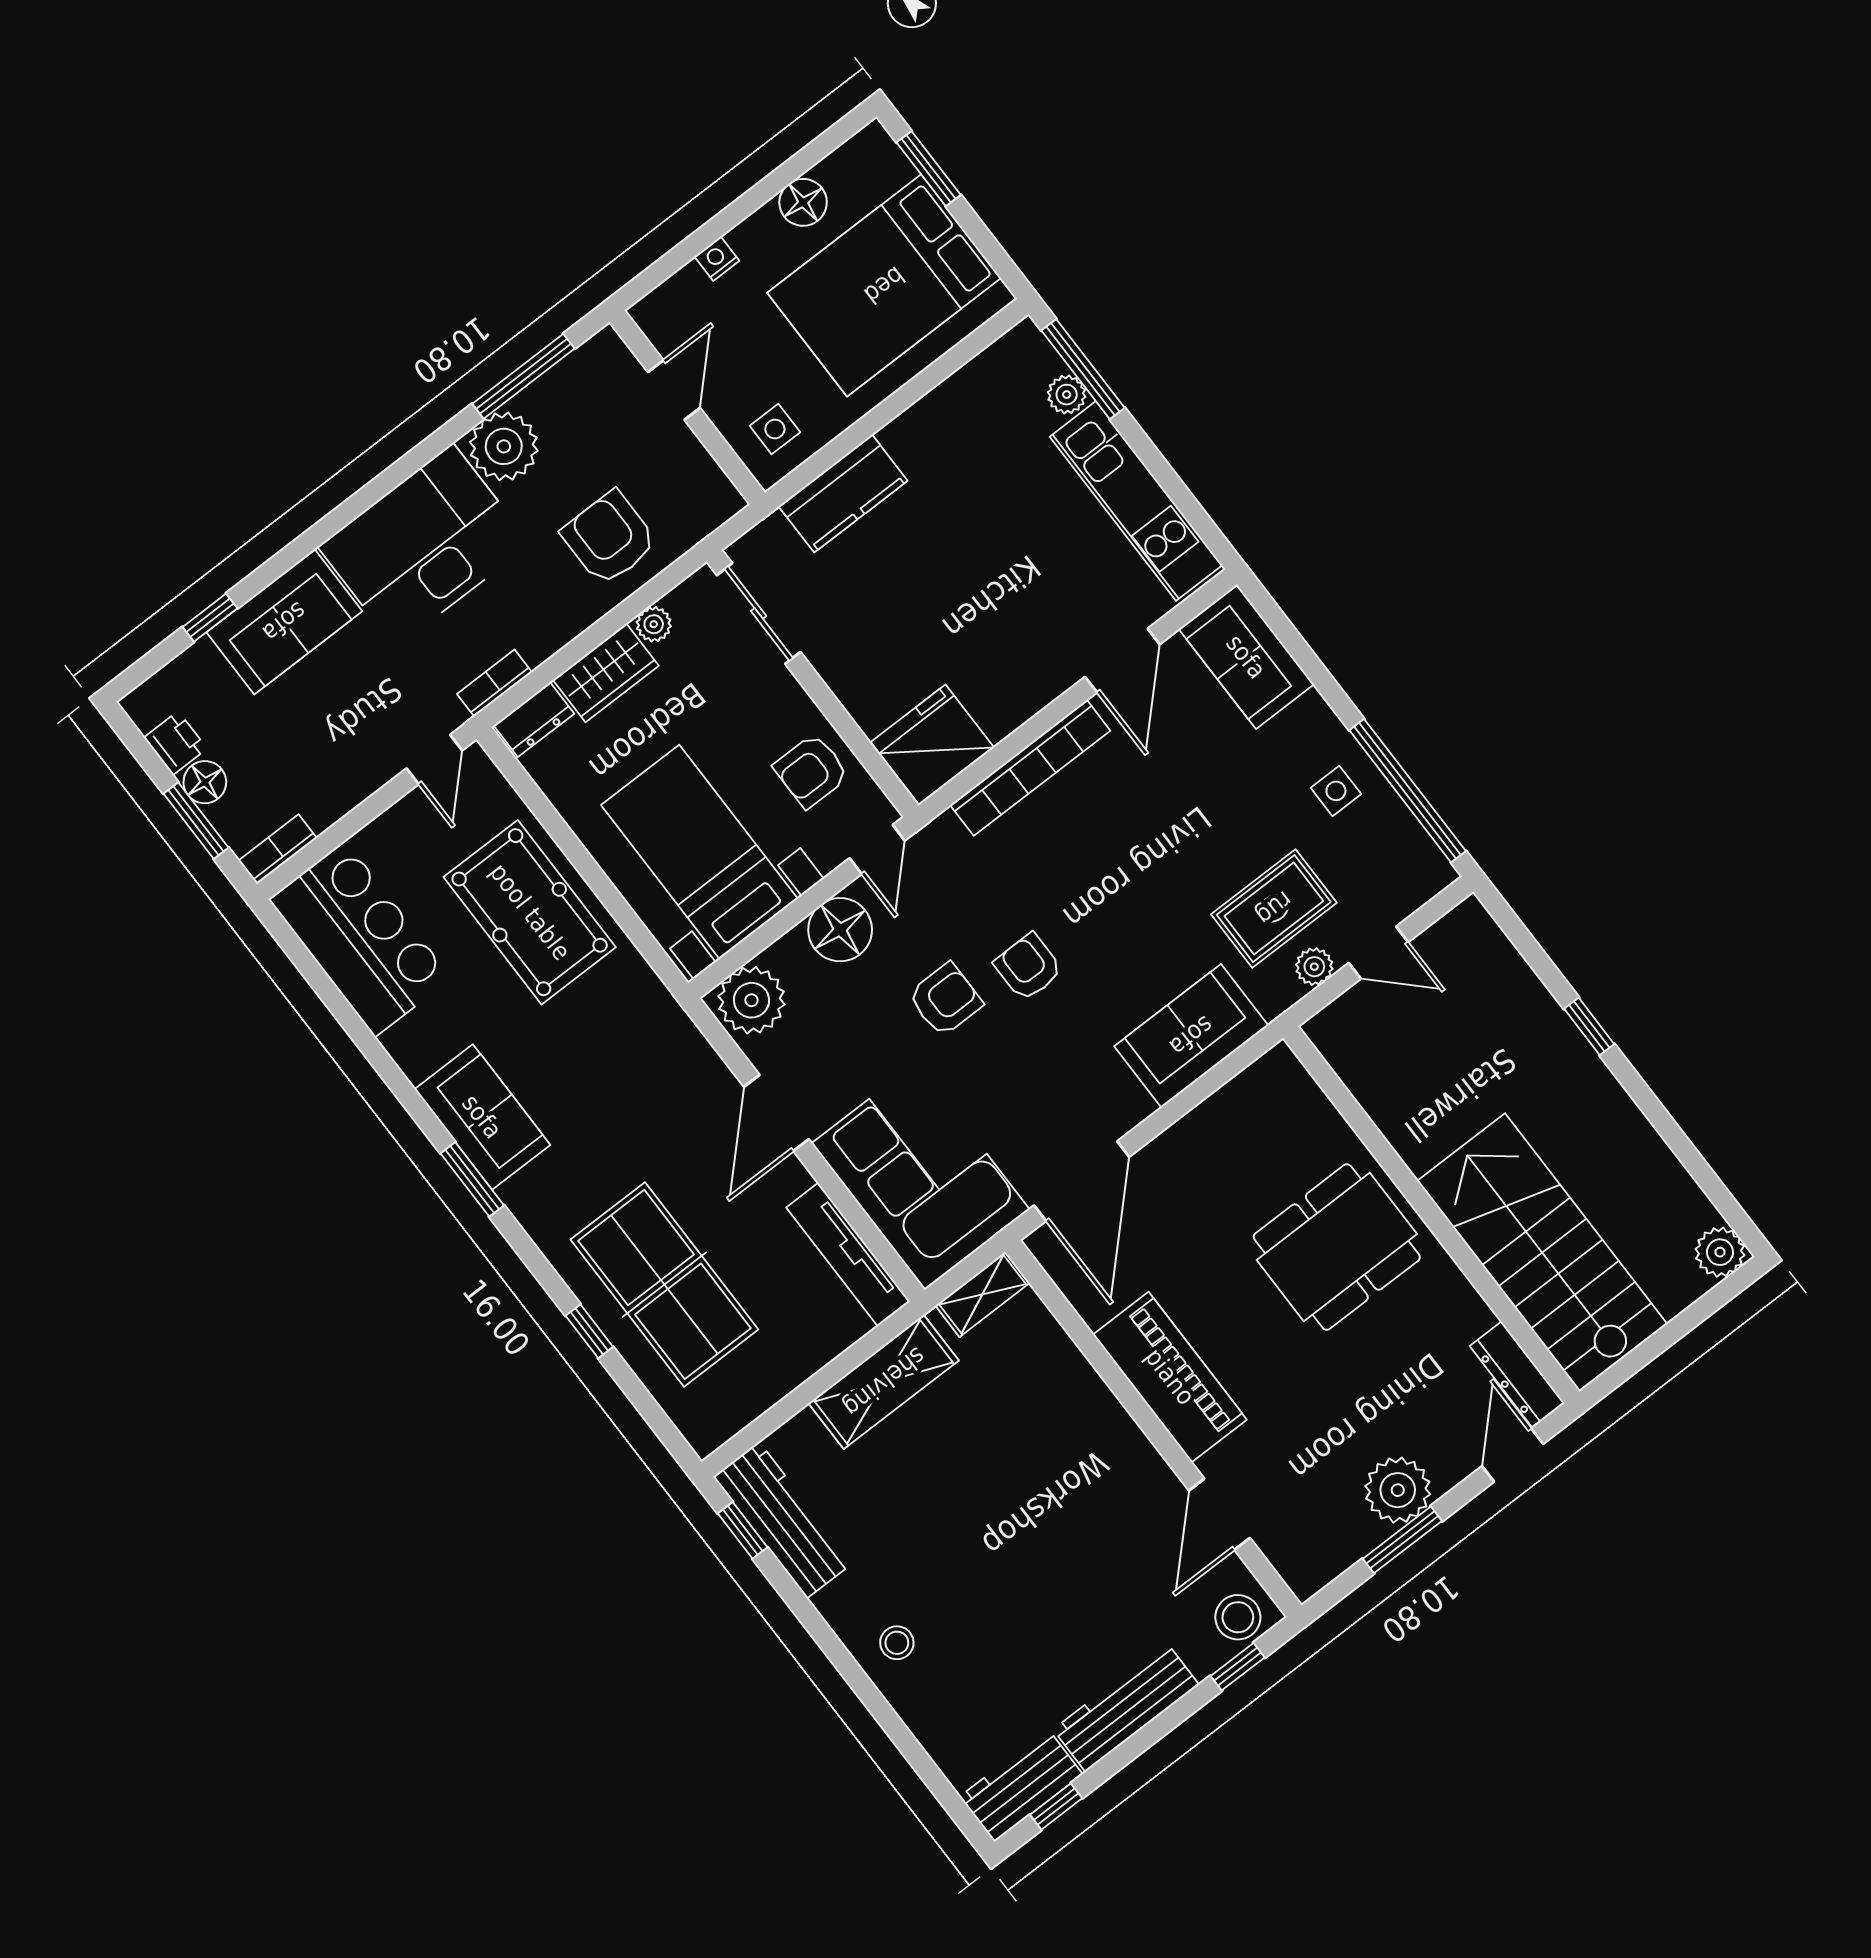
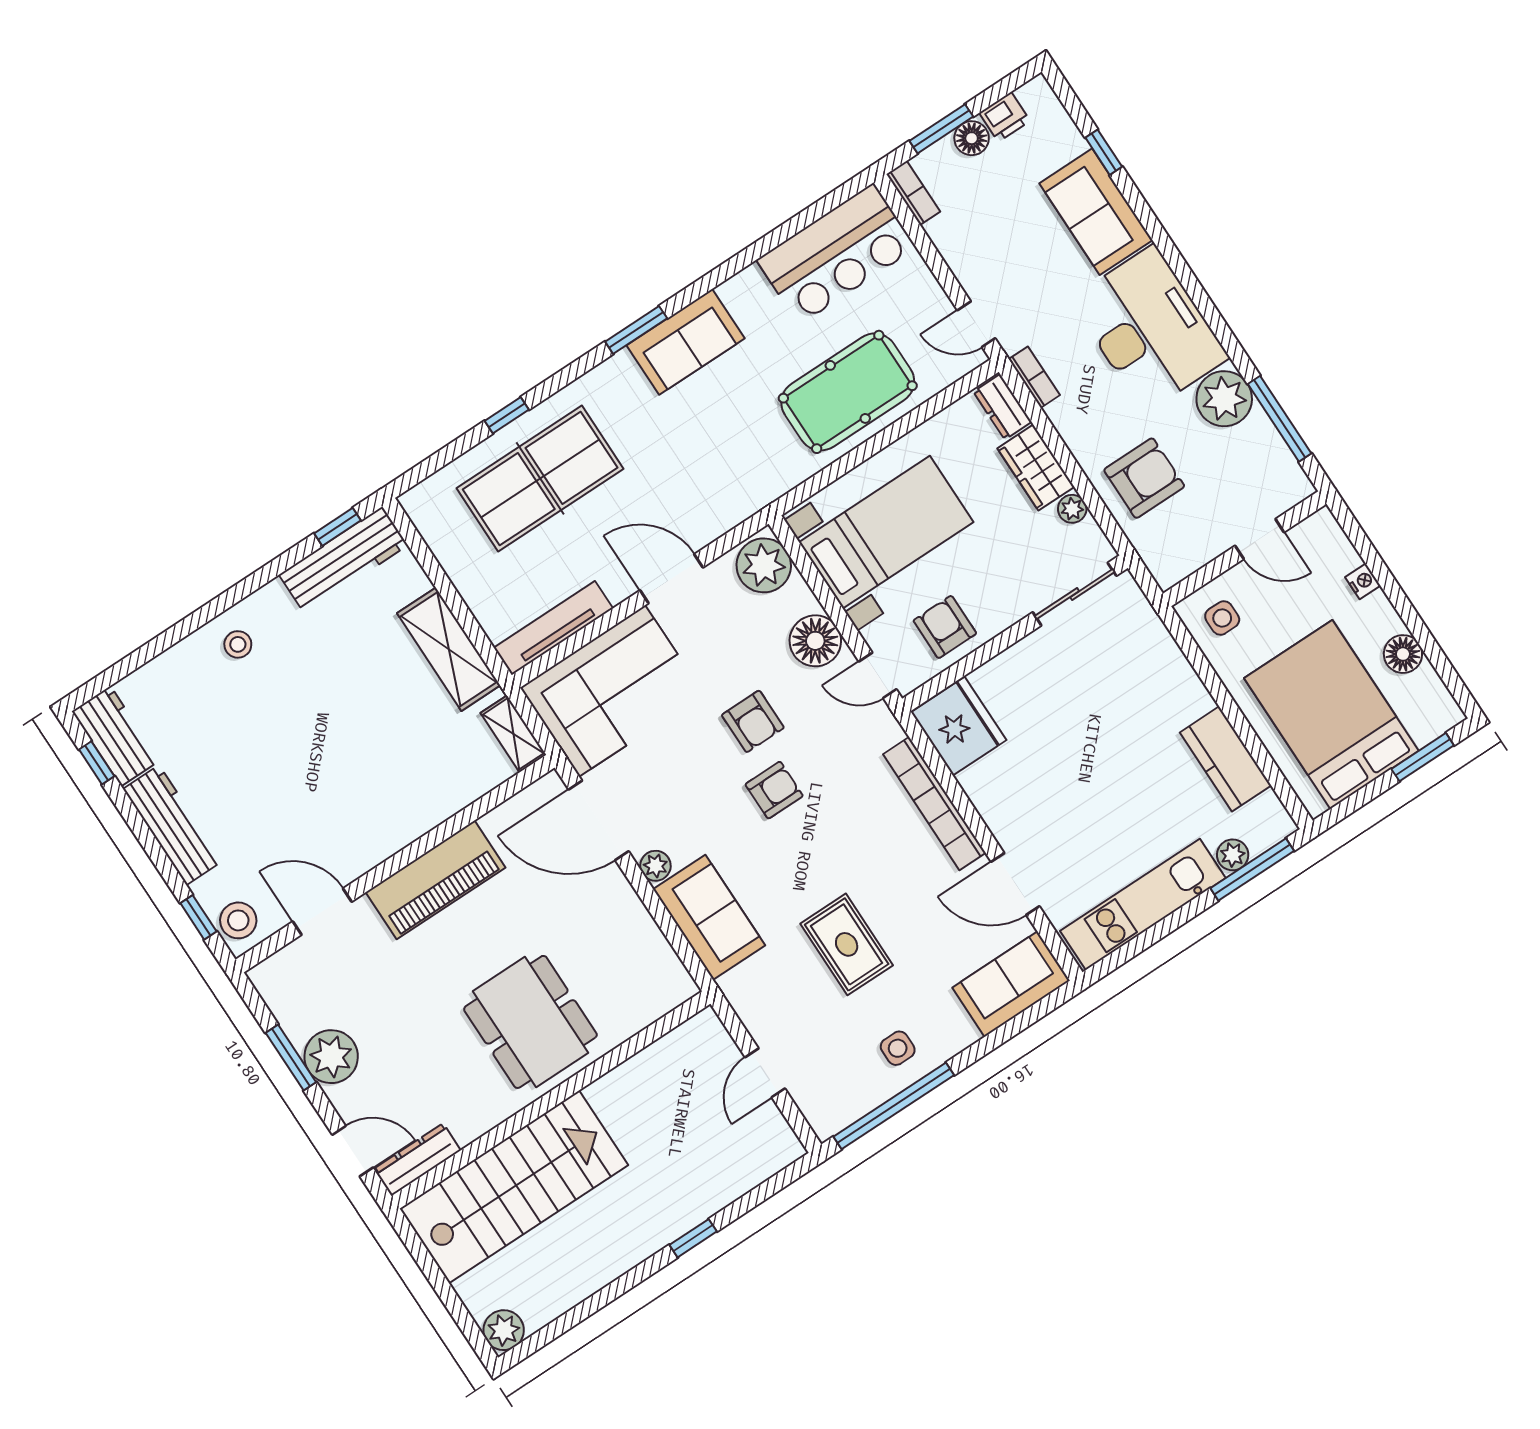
kitchen counter: (843, 493) -> (1226, 759), moved
rug: (1274, 908) -> (847, 944), moved
plant: (1314, 967) -> (655, 866), moved

